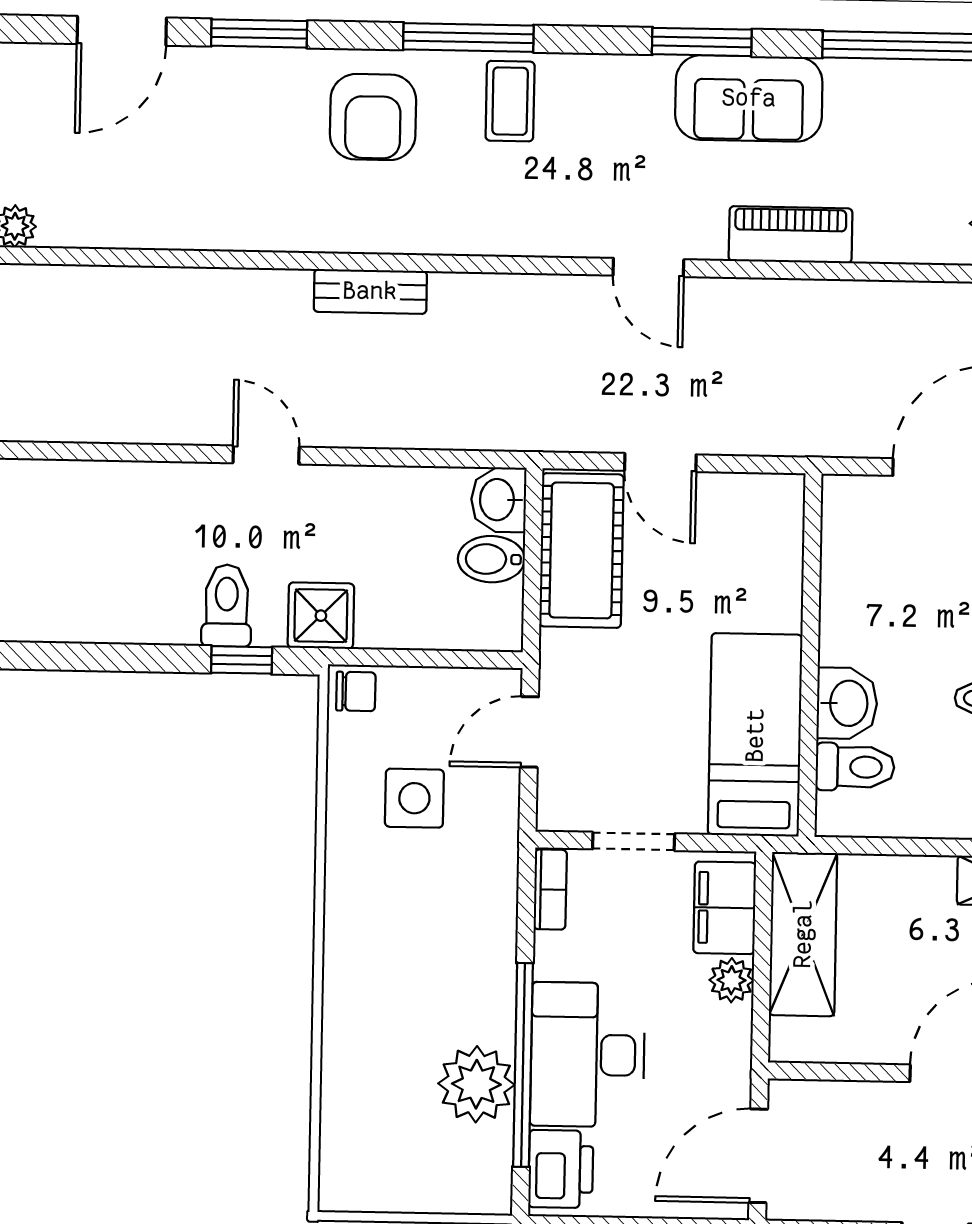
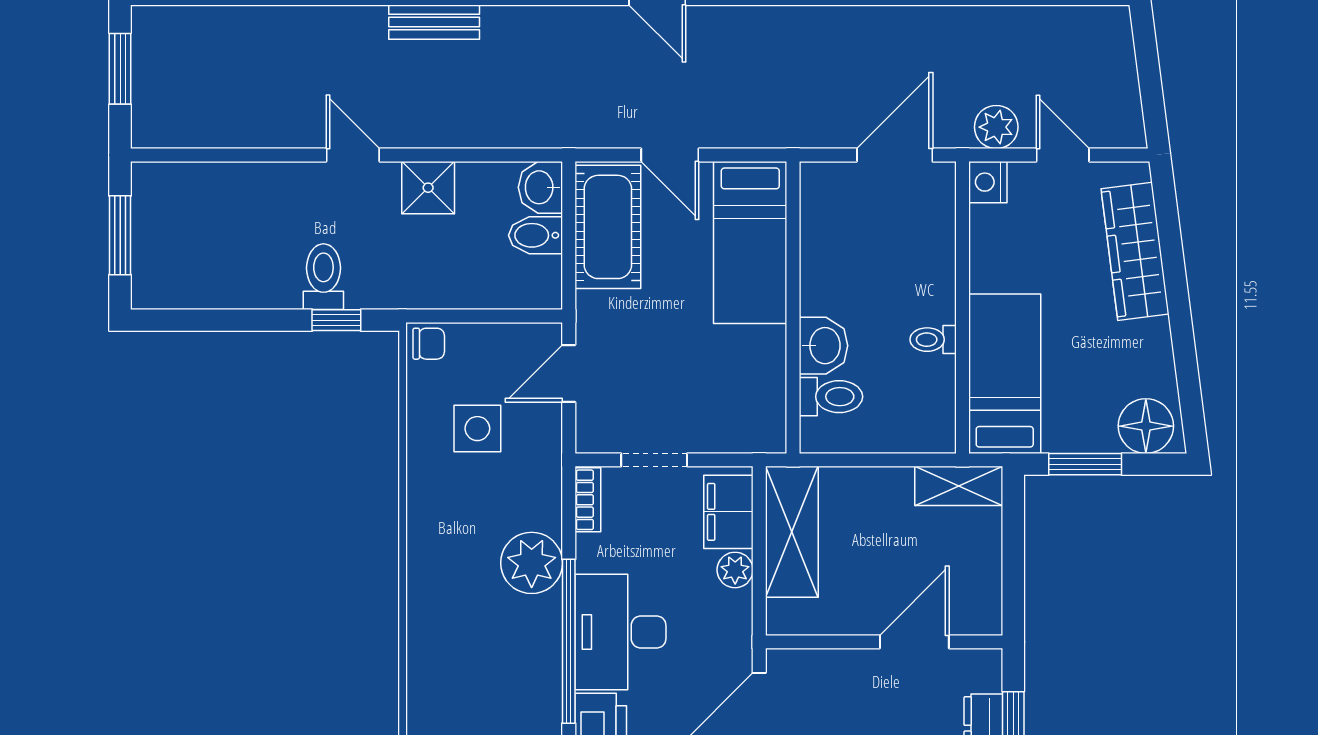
shower: (321, 616) -> (428, 188), moved
bed: (755, 735) -> (750, 243), moved, turned 180
plant: (476, 1084) -> (532, 563), moved

